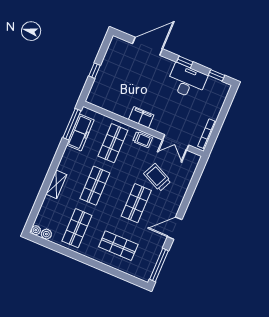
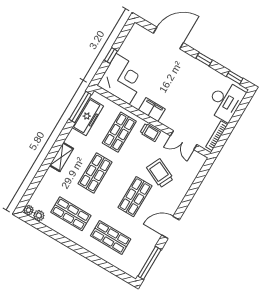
desk: (187, 81) -> (225, 101), moved, turned 90
corner desk: (109, 92) -> (123, 79), added
shelving: (56, 184) -> (61, 157), moved
shop shelf: (77, 228) -> (71, 214), turned 90

